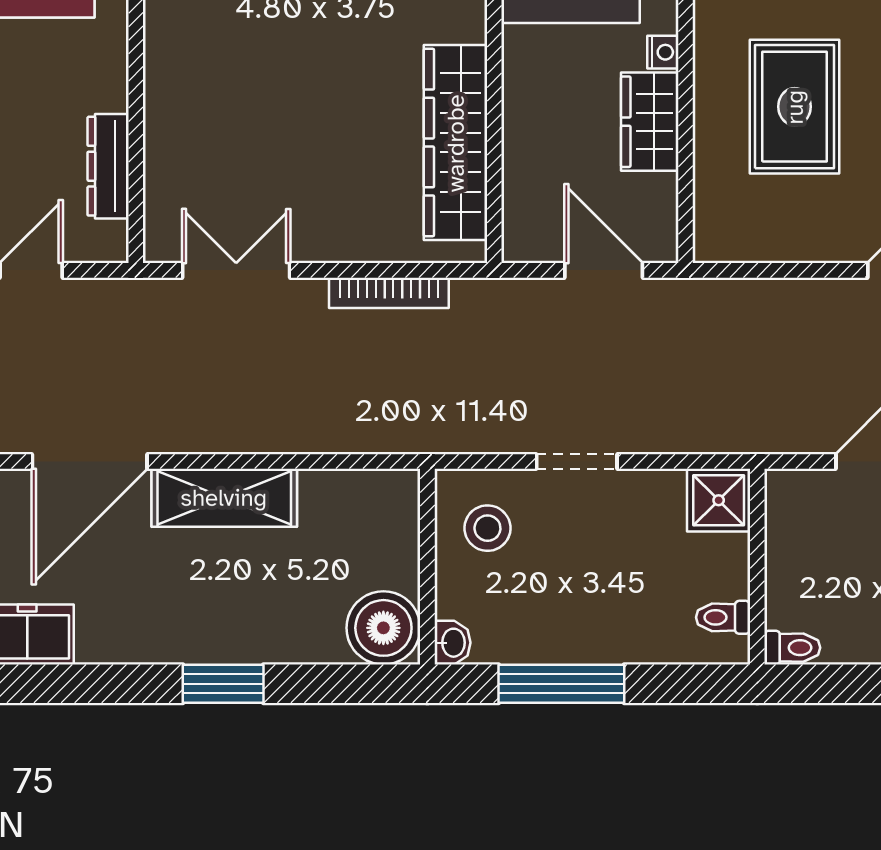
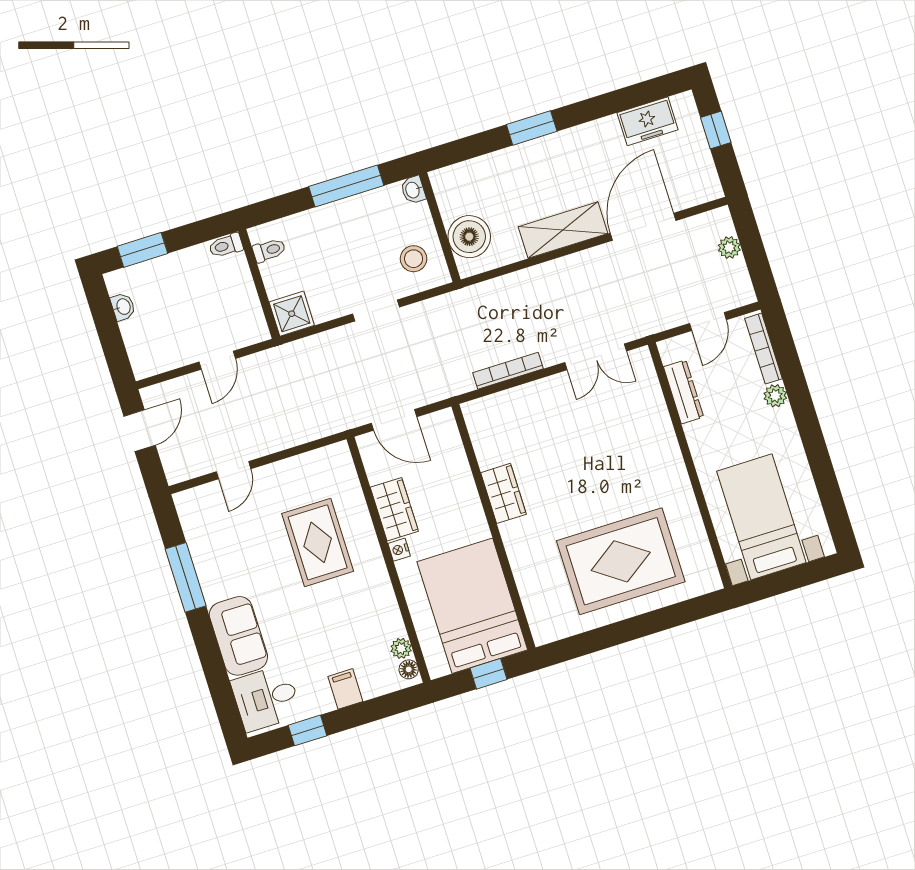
wardrobe: (456, 143) -> (504, 493), width x0.48, depth x0.85
boiler: (383, 628) -> (469, 237), moved

